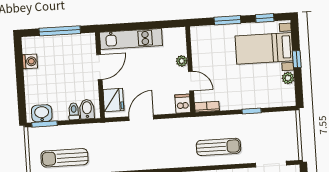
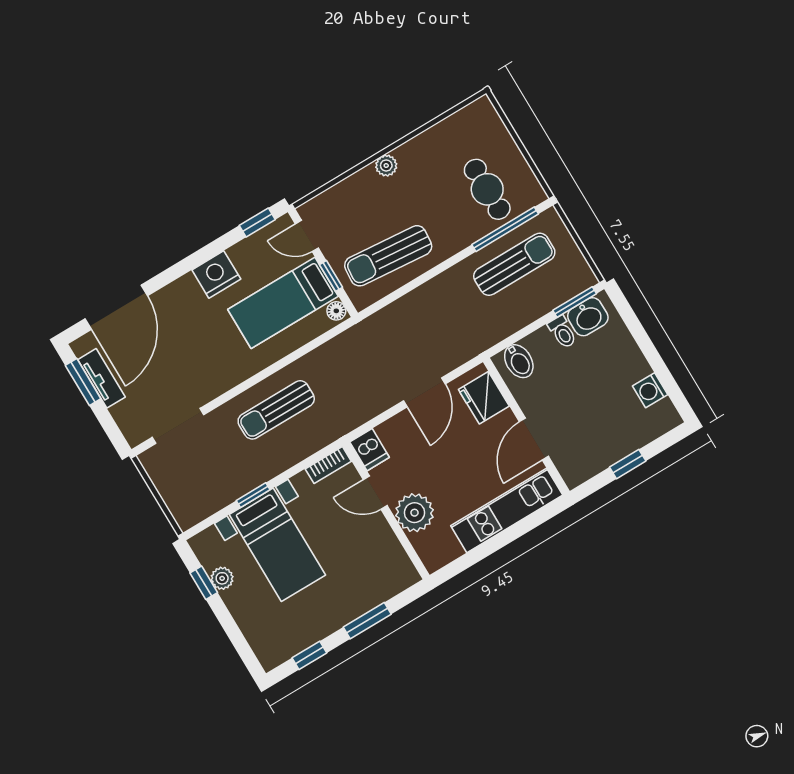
window: (60, 31) -> (628, 464), width x0.46
bed with nightstands: (264, 48) -> (277, 545), moved, turned 90
window: (297, 59) -> (204, 583), moved
plant: (182, 61) -> (414, 513), width x1.87, depth x1.87
toilet: (74, 111) -> (562, 332), moved

